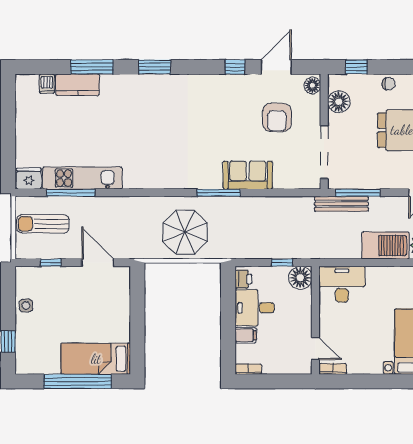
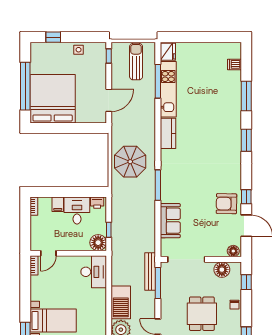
kitchen counter: (78, 85) -> (168, 133), moved, turned 180
armchair: (277, 117) -> (226, 204), moved
sofa: (248, 175) -> (170, 221), moved
window: (51, 263) -> (109, 56), moved
bed: (96, 359) -> (53, 99), width x2.04

